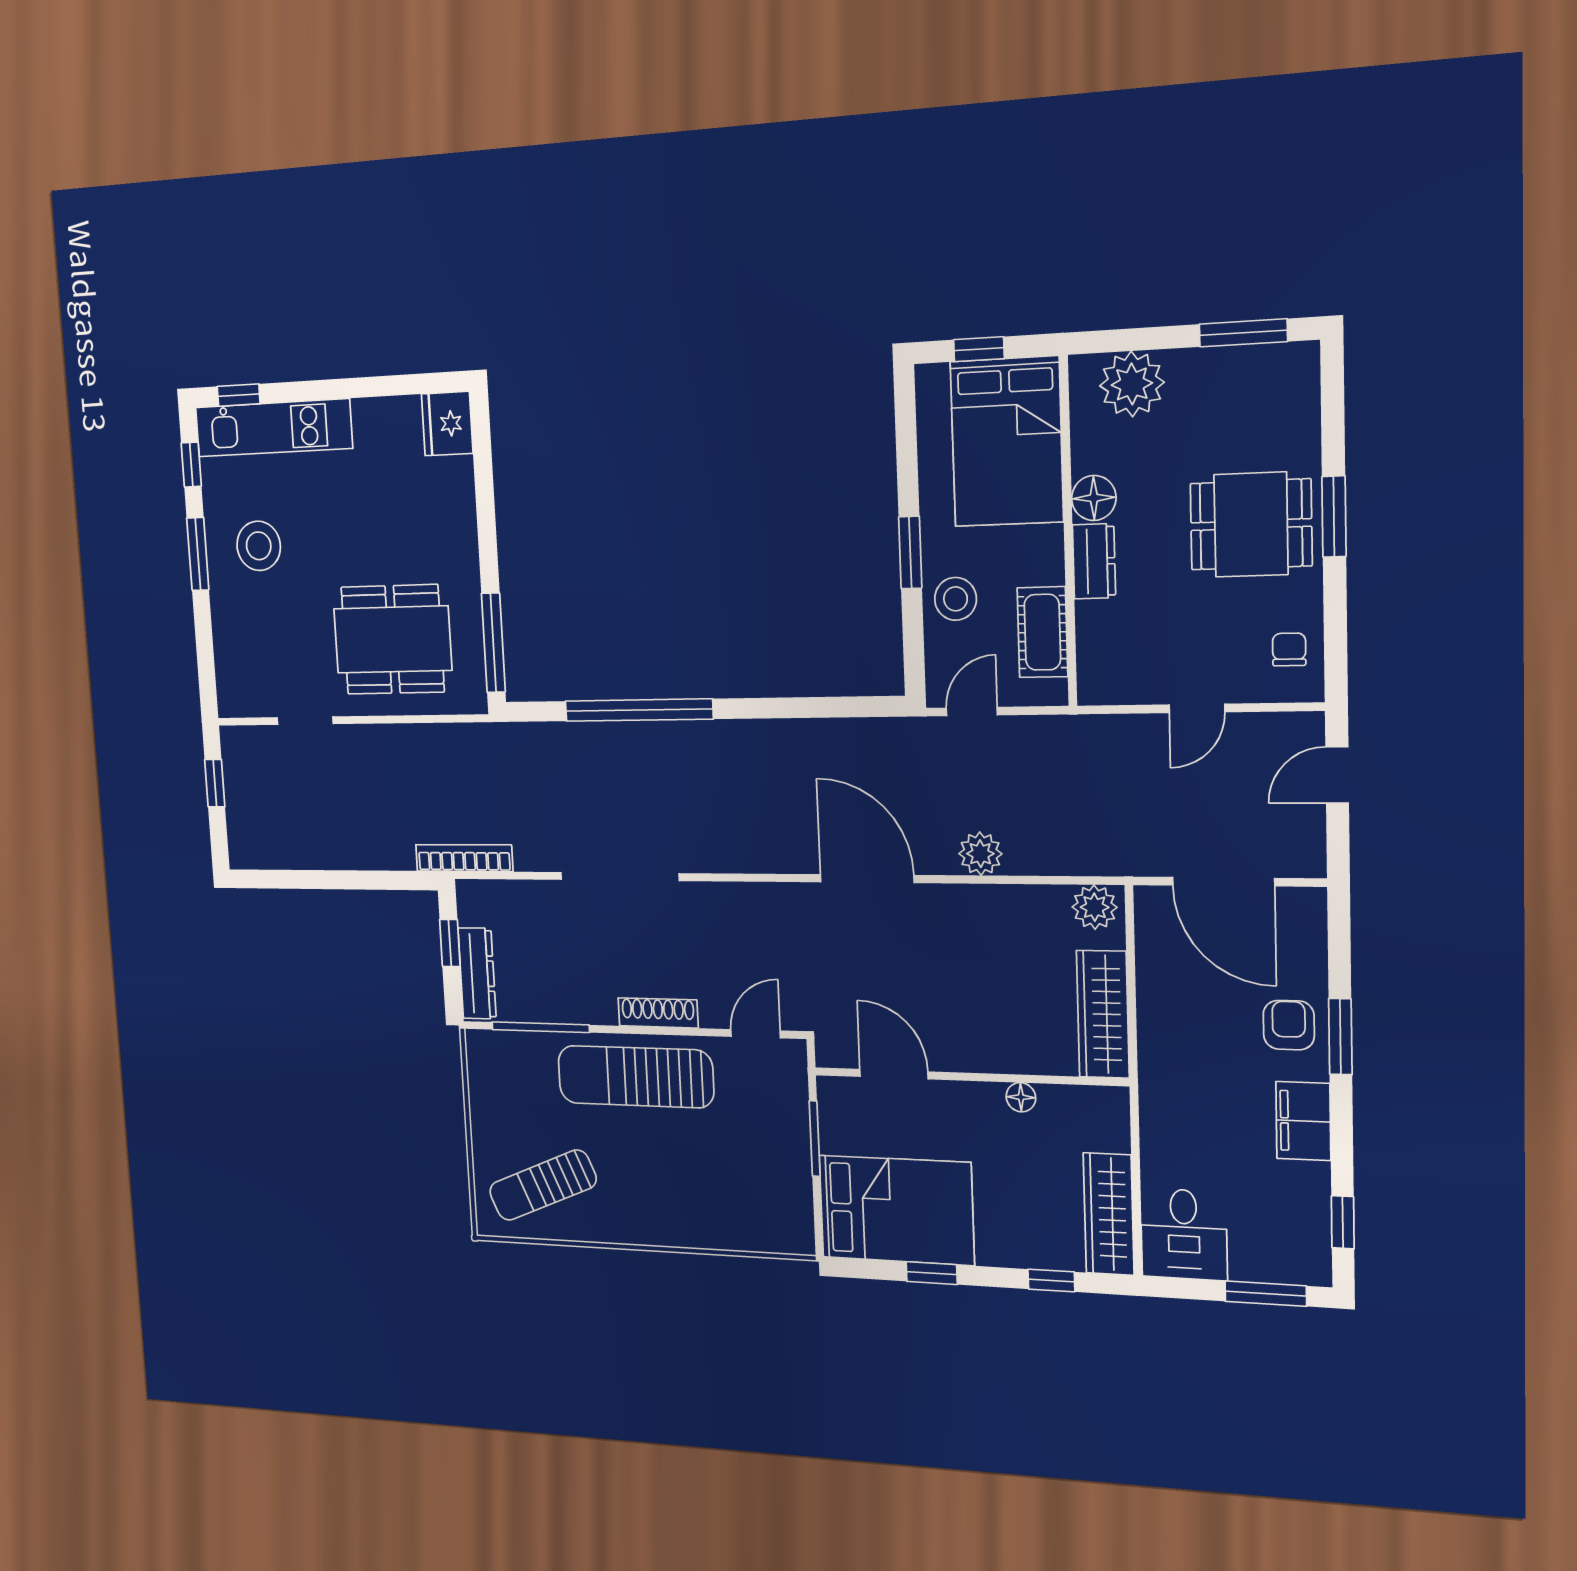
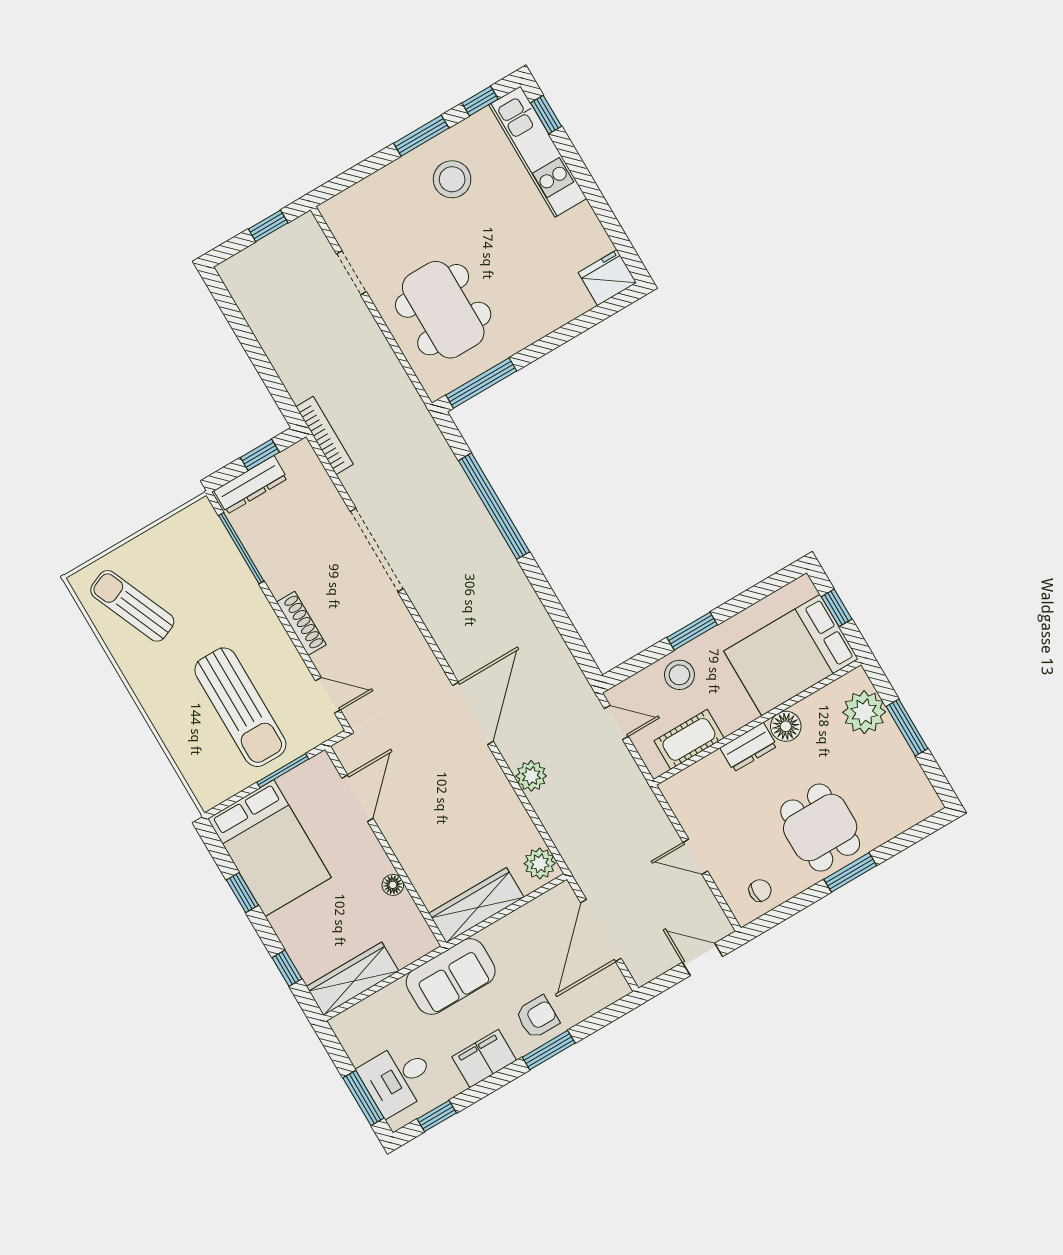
window: (1243, 333) -> (907, 727), moved
sun lounger: (635, 1077) -> (240, 707), moved, turned 180
sofa: (1174, 1098) -> (451, 977), added
desk: (1184, 1234) -> (398, 1078), moved

